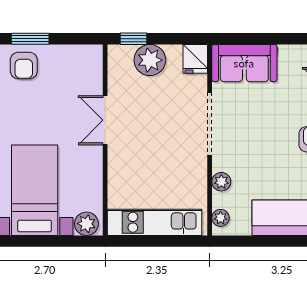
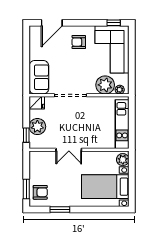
plant: (221, 182) -> (105, 85), width x1.88, depth x1.88

